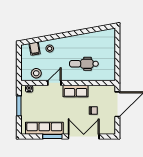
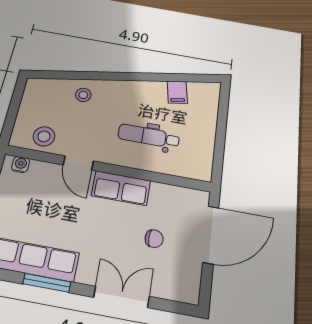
filing cabinet: (35, 49) -> (177, 92), moved
door: (54, 83) -> (78, 163), swing flipped
double door: (84, 136) -> (122, 297), width x0.73

